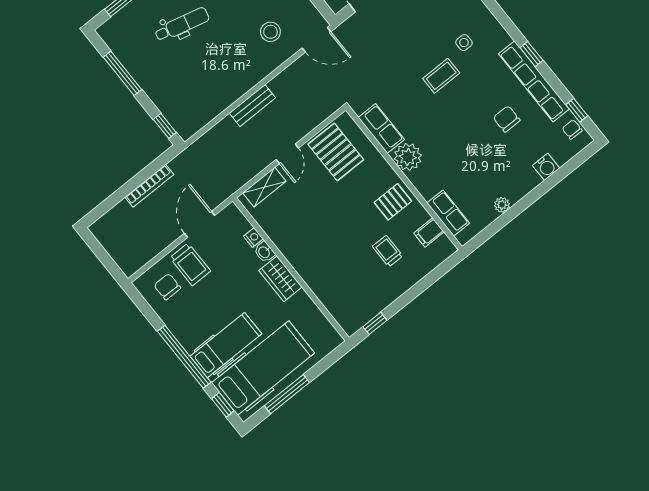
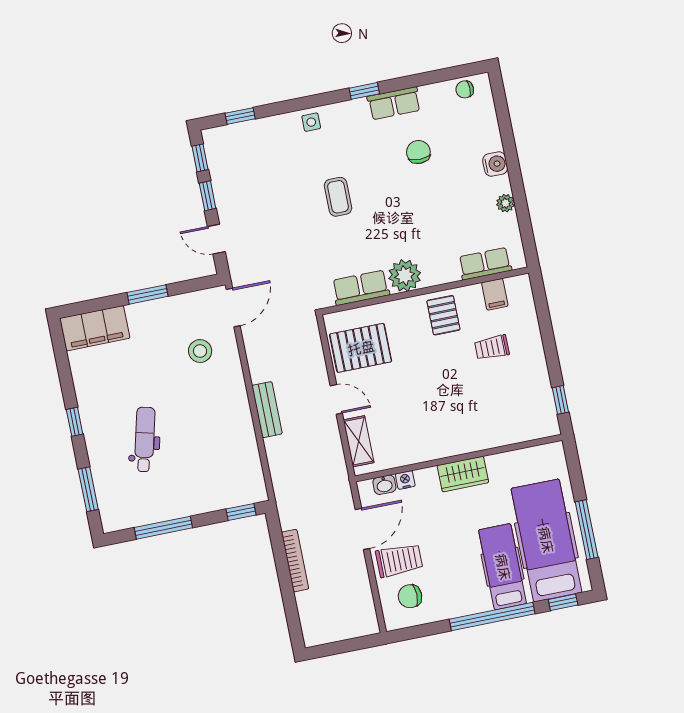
side table: (464, 43) -> (311, 122), moved
row of seats: (534, 81) -> (394, 103), width x0.50
window: (577, 110) -> (447, 74), removed
chair: (507, 119) -> (418, 152), turned 90
water cooler: (546, 167) -> (495, 164), moved
door: (200, 224) -> (362, 529), swing flipped
washbasin: (264, 252) -> (384, 485), moved

